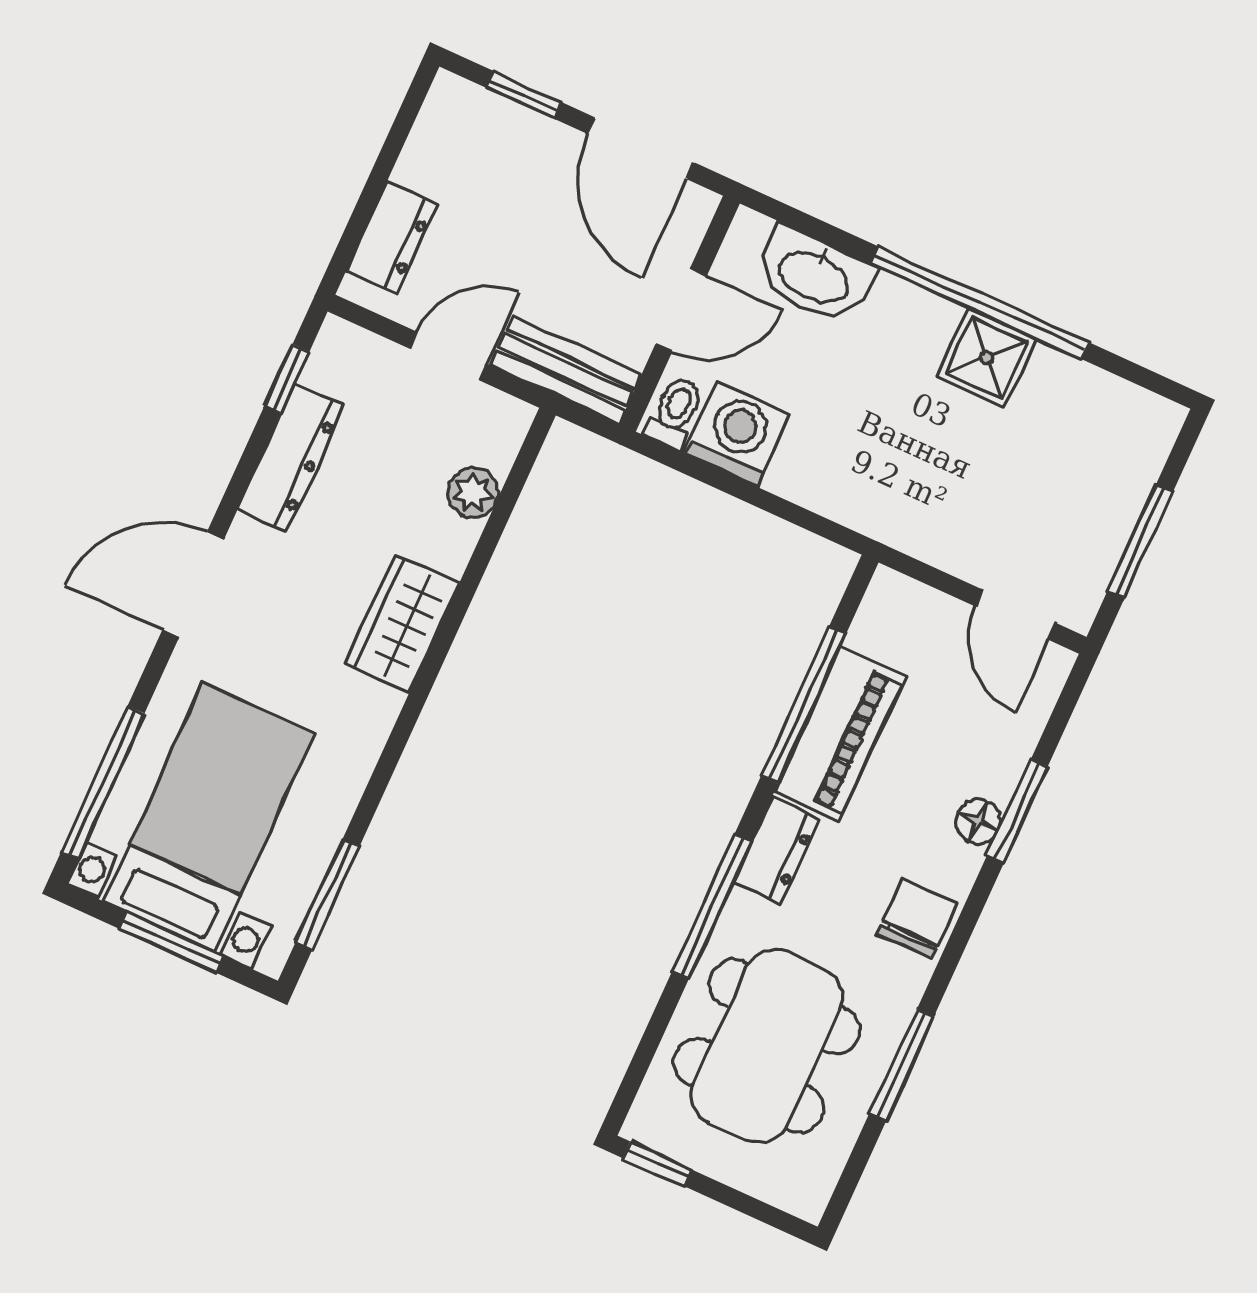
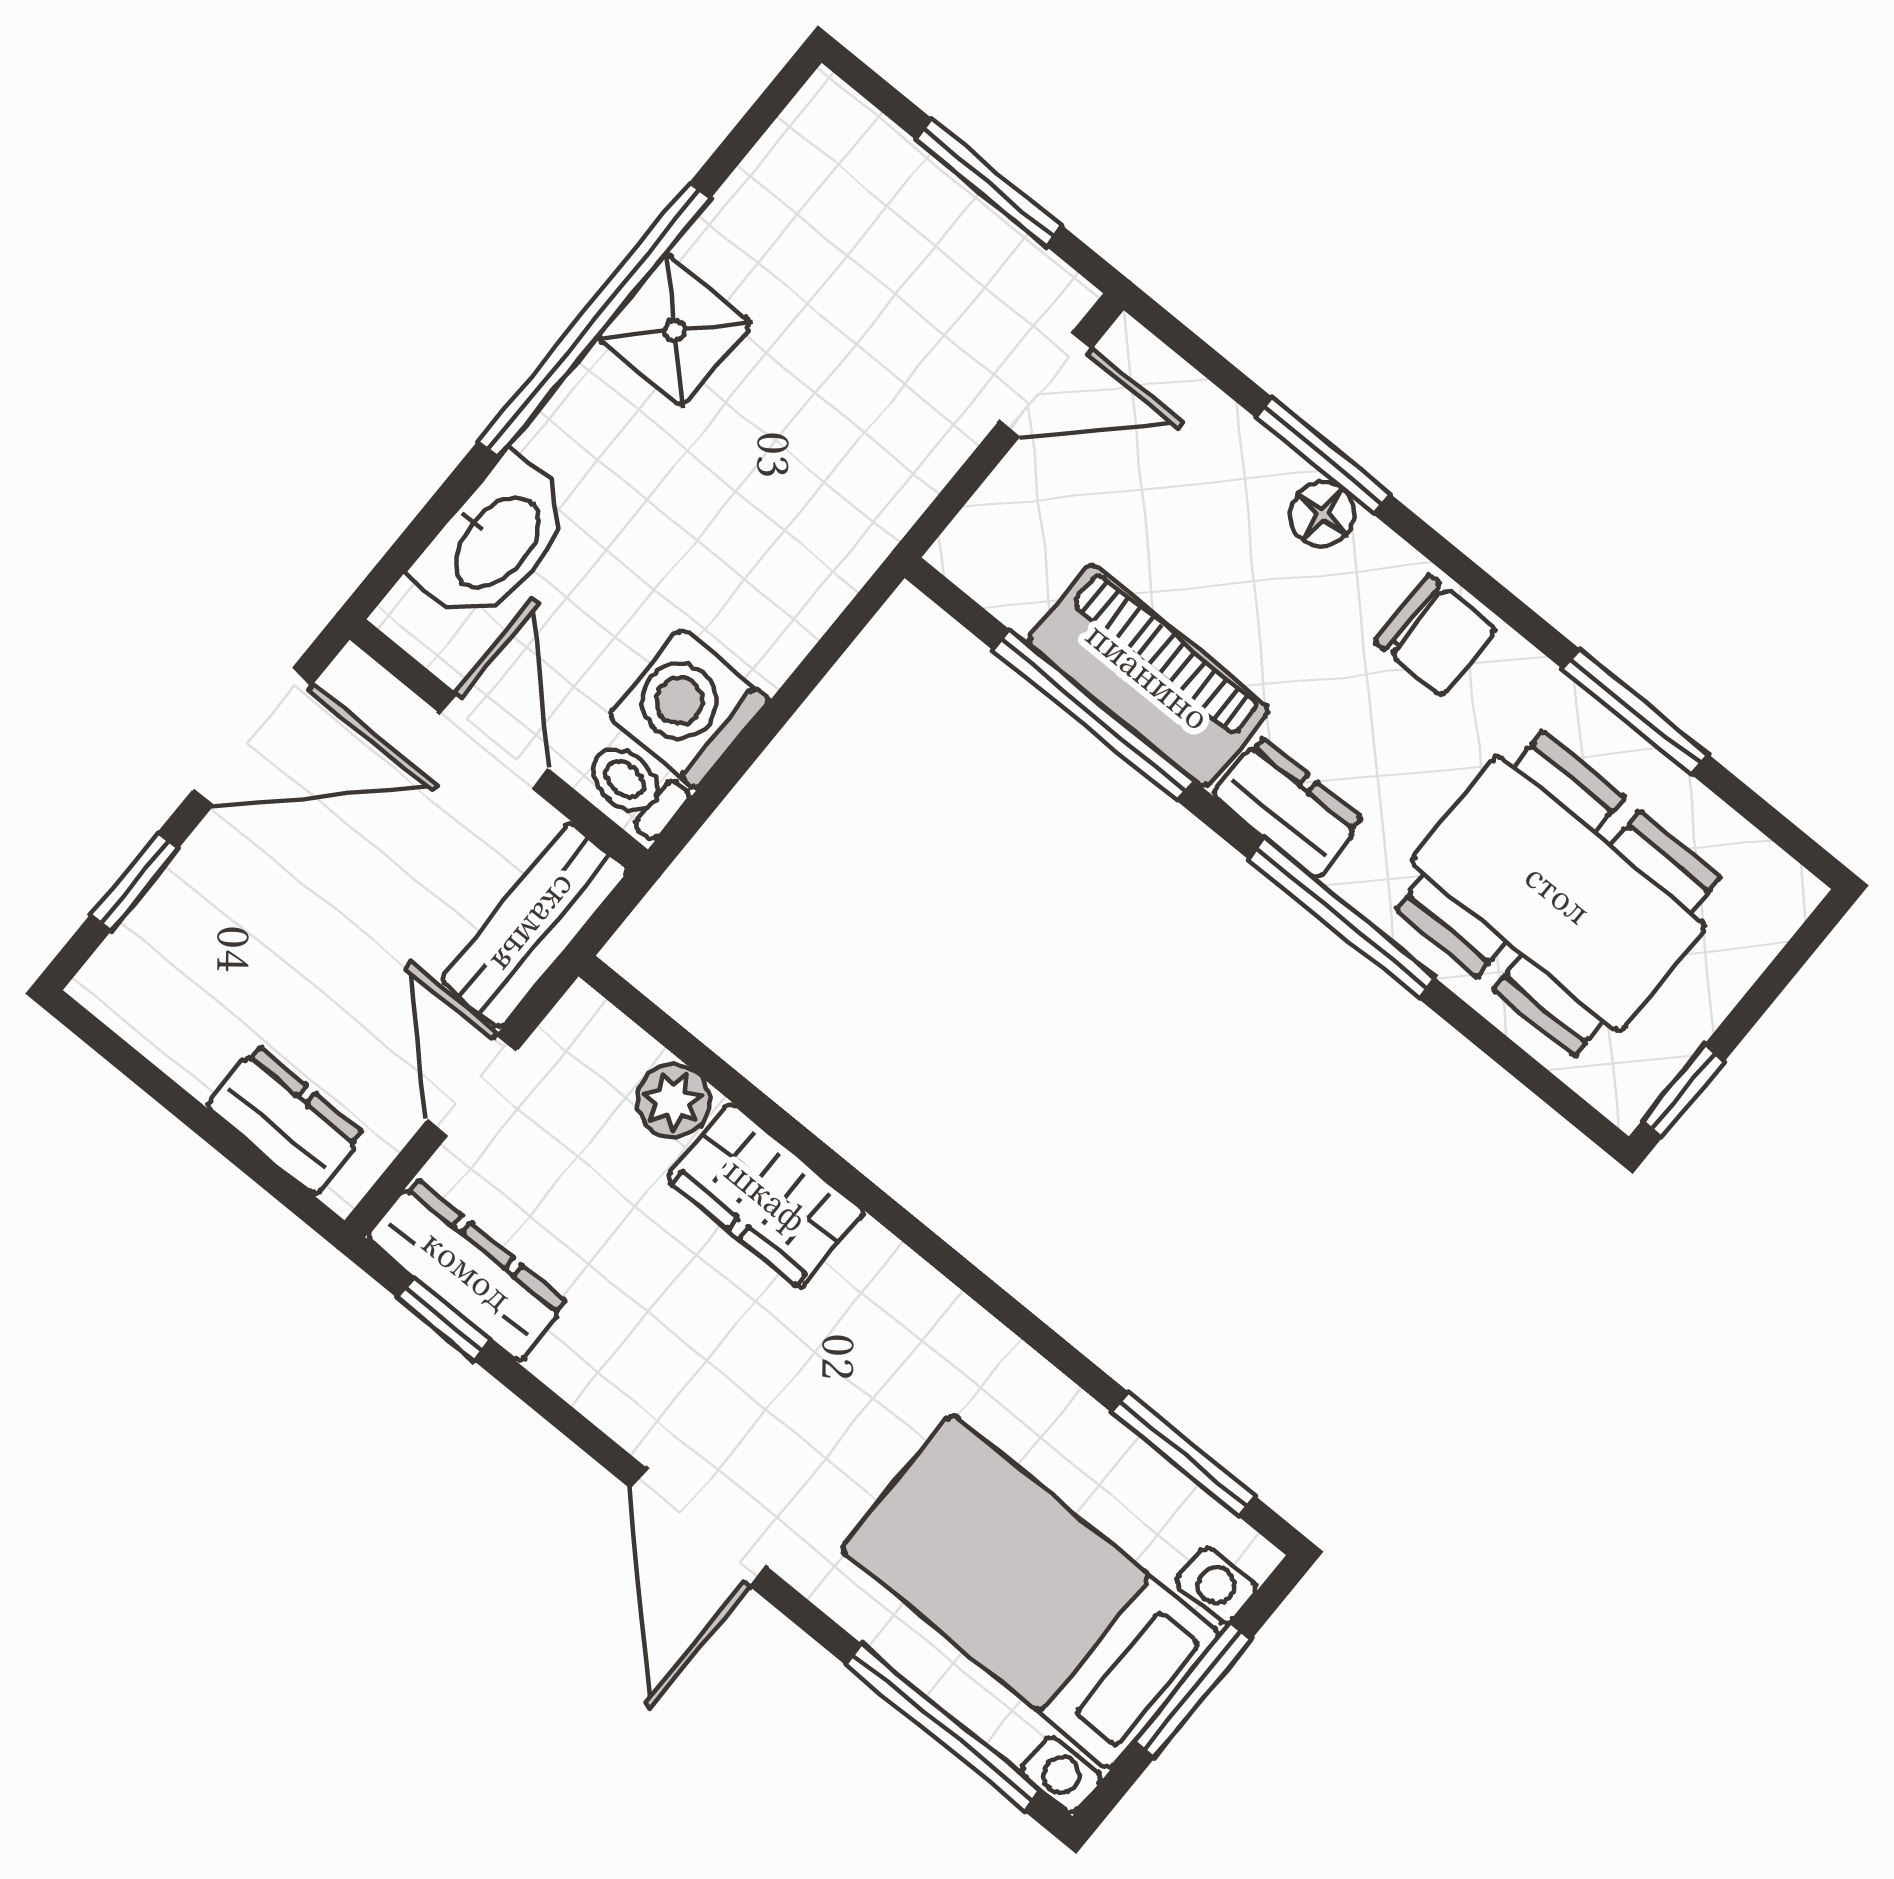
dresser: (291, 458) -> (467, 1270), moved
wardrobe: (402, 624) -> (766, 1195), moved
chair: (917, 919) -> (1436, 636), turned 180

